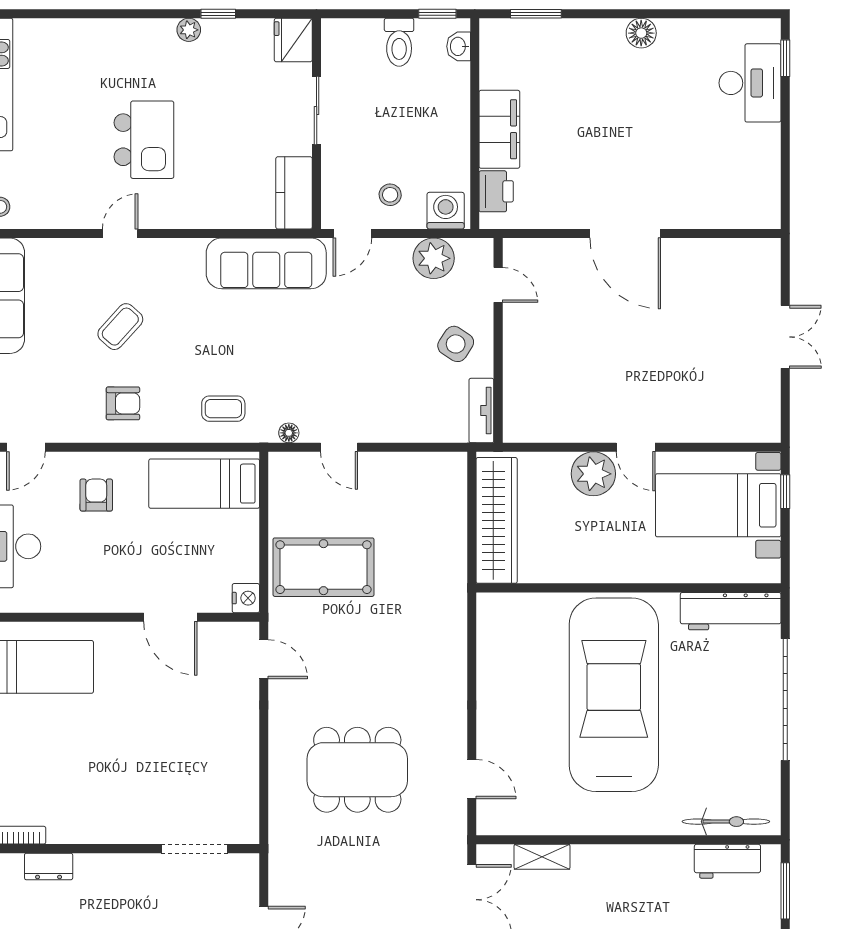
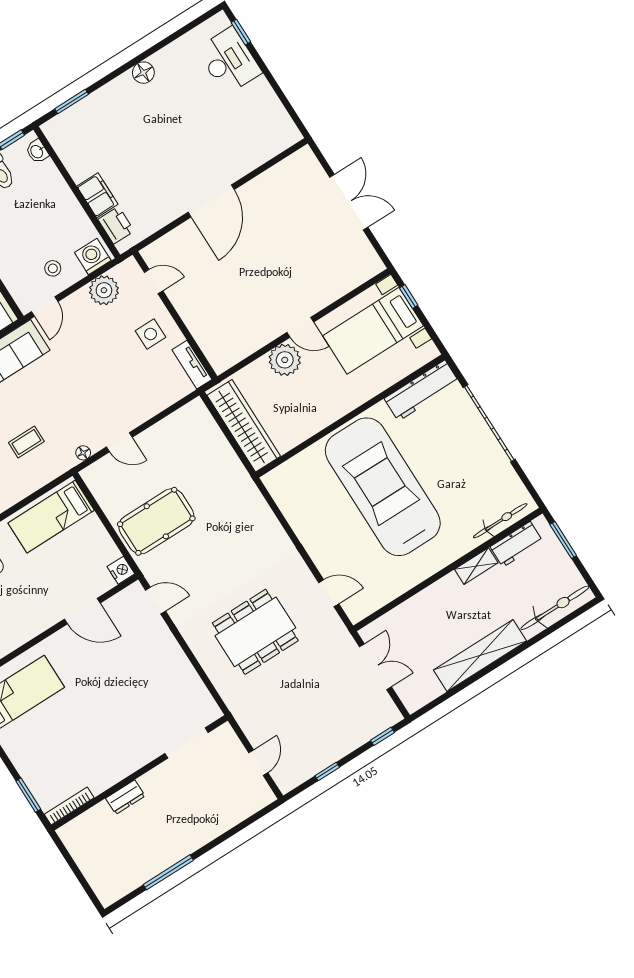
filing cabinet: (499, 129) -> (97, 195), width x0.67, depth x0.86
door: (625, 233) -> (211, 201), hinge flipped
double door: (785, 337) -> (349, 202), width x1.37
side table: (456, 344) -> (151, 334), turned -33
coffee table: (223, 409) -> (26, 442), moved
shelving: (542, 857) -> (476, 566), moved
dresser: (49, 866) -> (125, 797), moved

